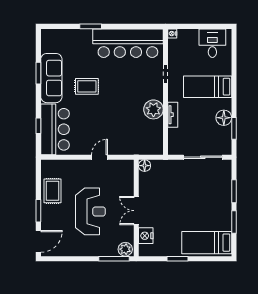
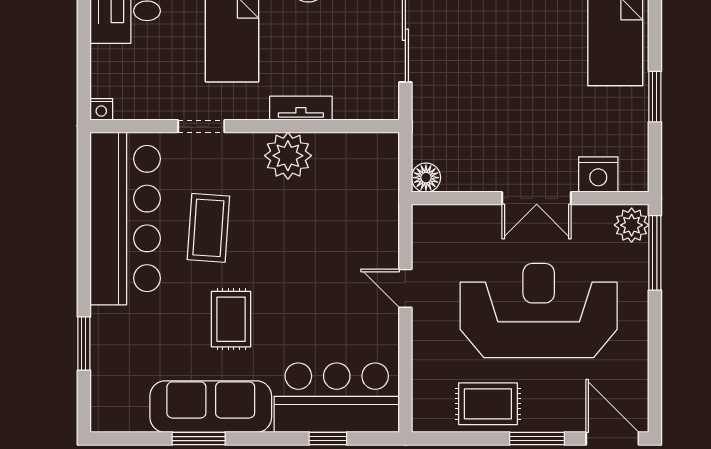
window: (91, 26) -> (84, 344), moved
coffee table: (124, 77) -> (208, 228), added
reception desk: (90, 211) -> (539, 311), width x1.36, depth x1.30

